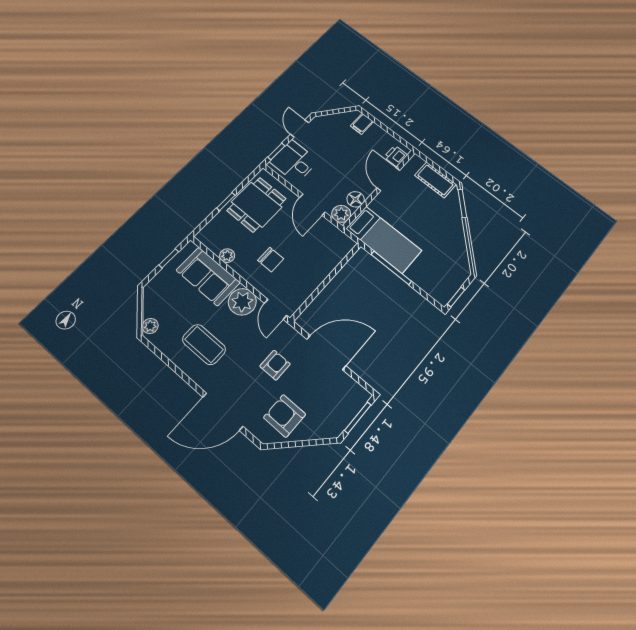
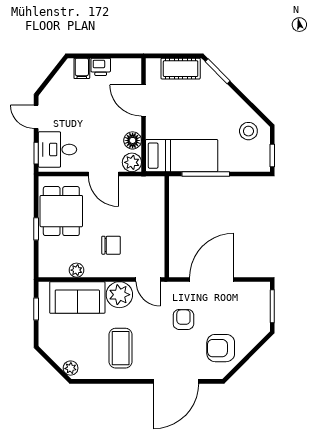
printer: (396, 156) -> (101, 67), moved, turned -90
stool: (452, 264) -> (248, 131), added
coffee table: (204, 344) -> (121, 348), turned 90

